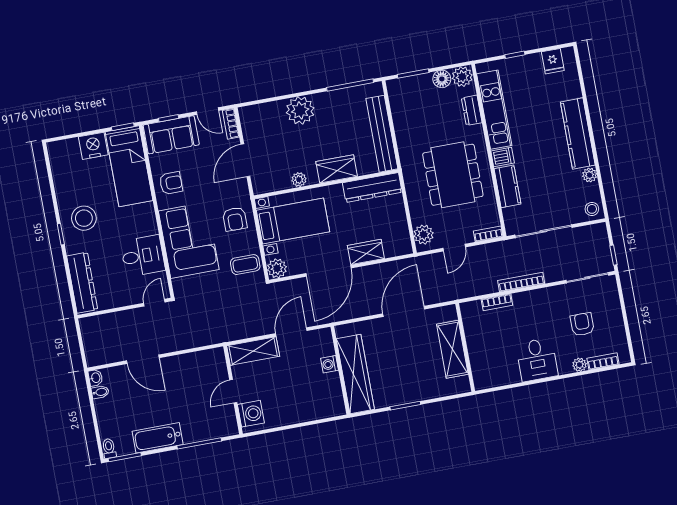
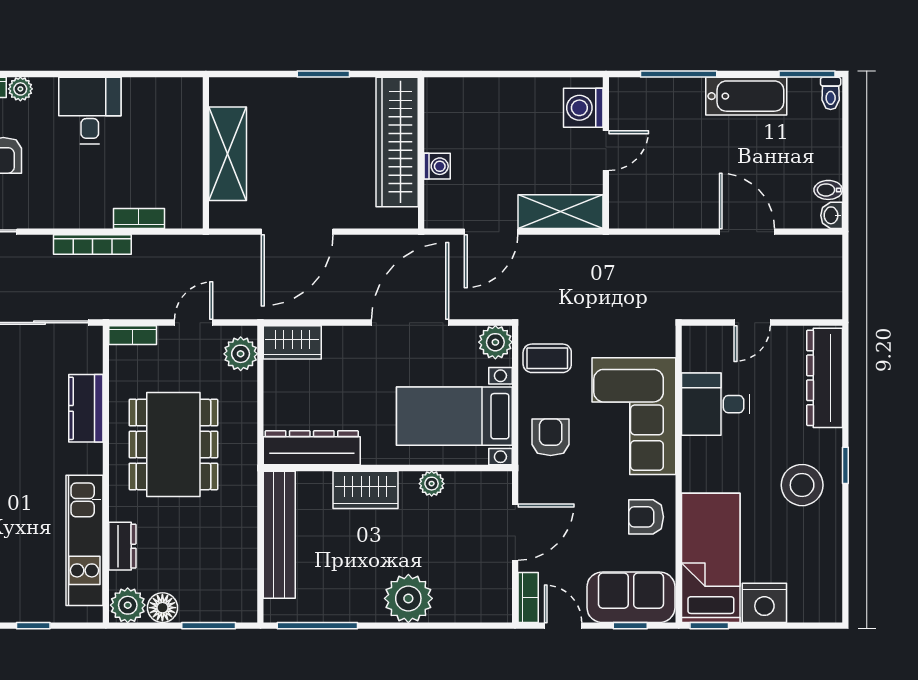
dishwasher: (503, 157) -> (85, 459), removed
wardrobe: (366, 252) -> (292, 342), moved
door: (154, 303) -> (752, 323), moved

